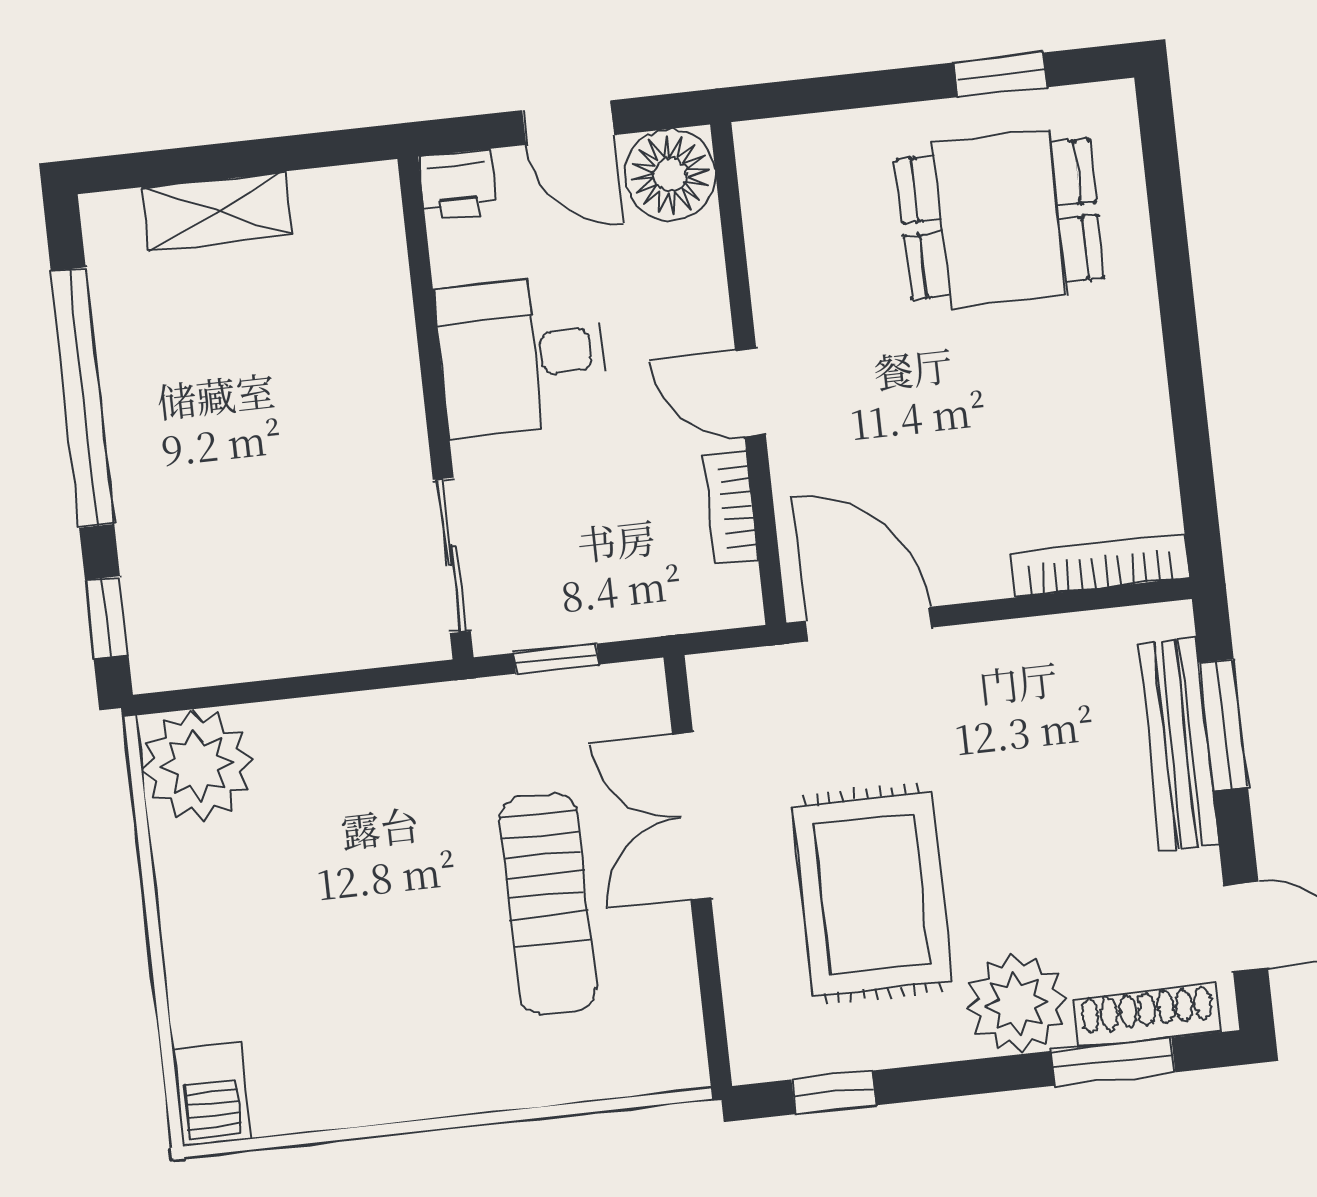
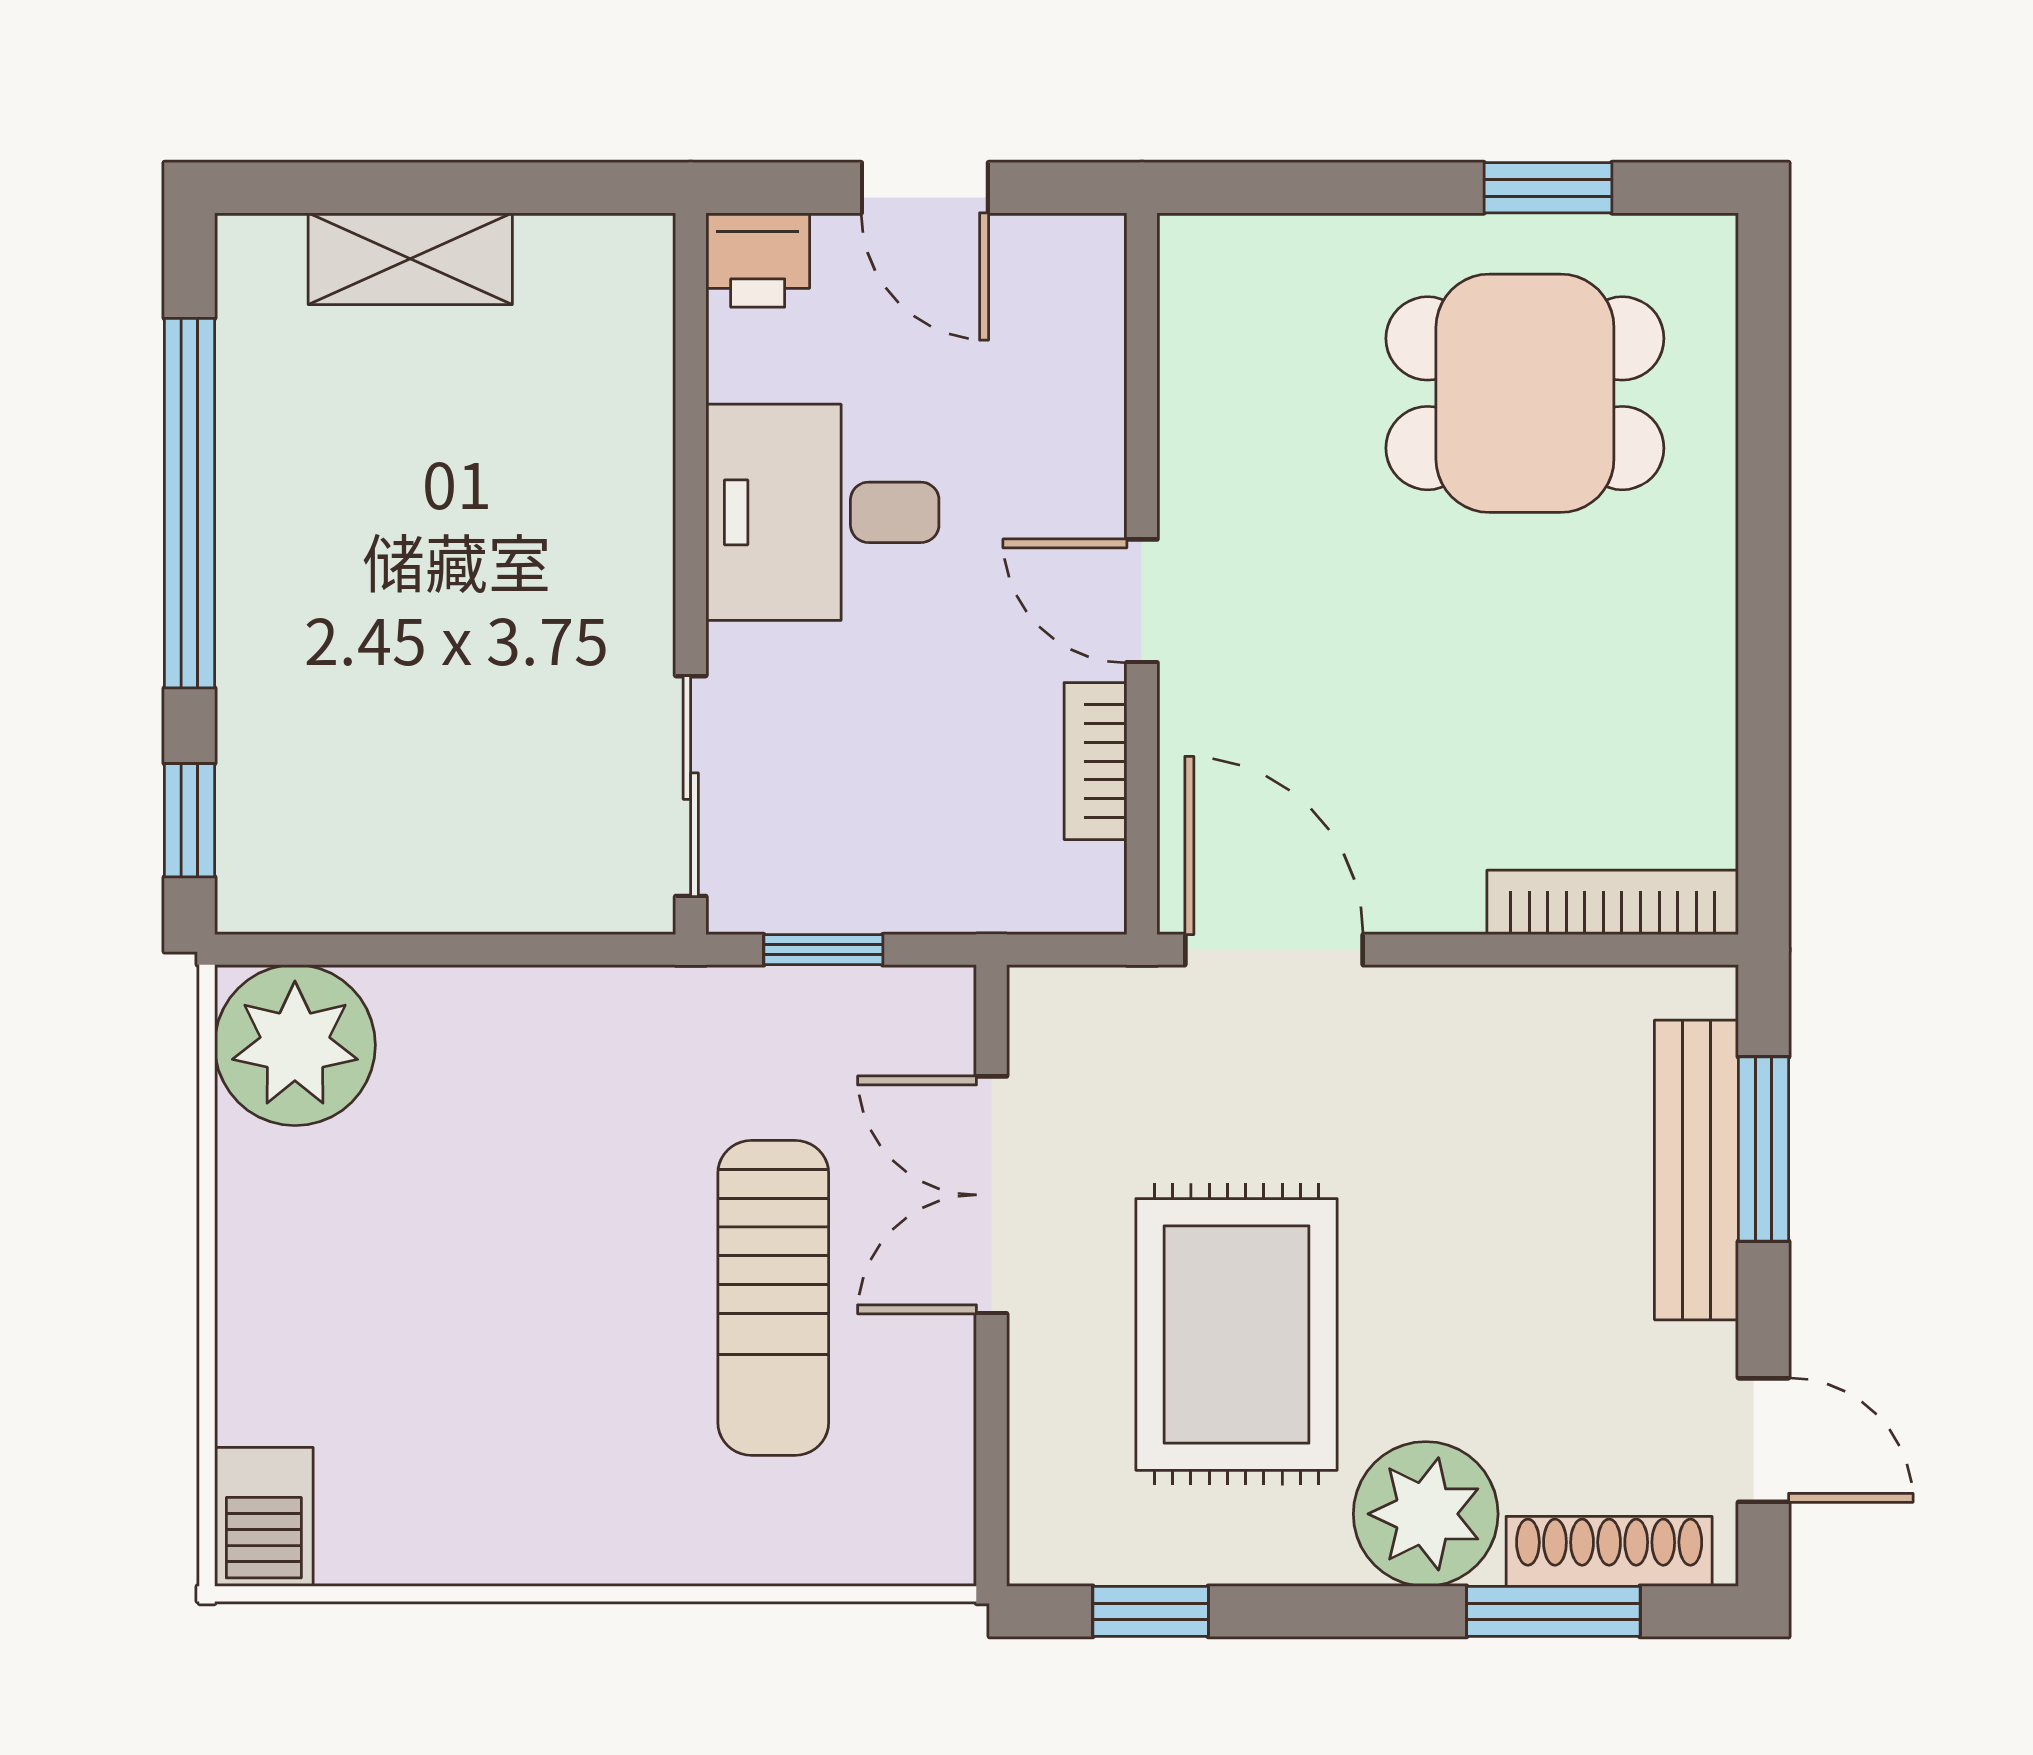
floor lamp: (670, 175) -> (1062, 278), removed

